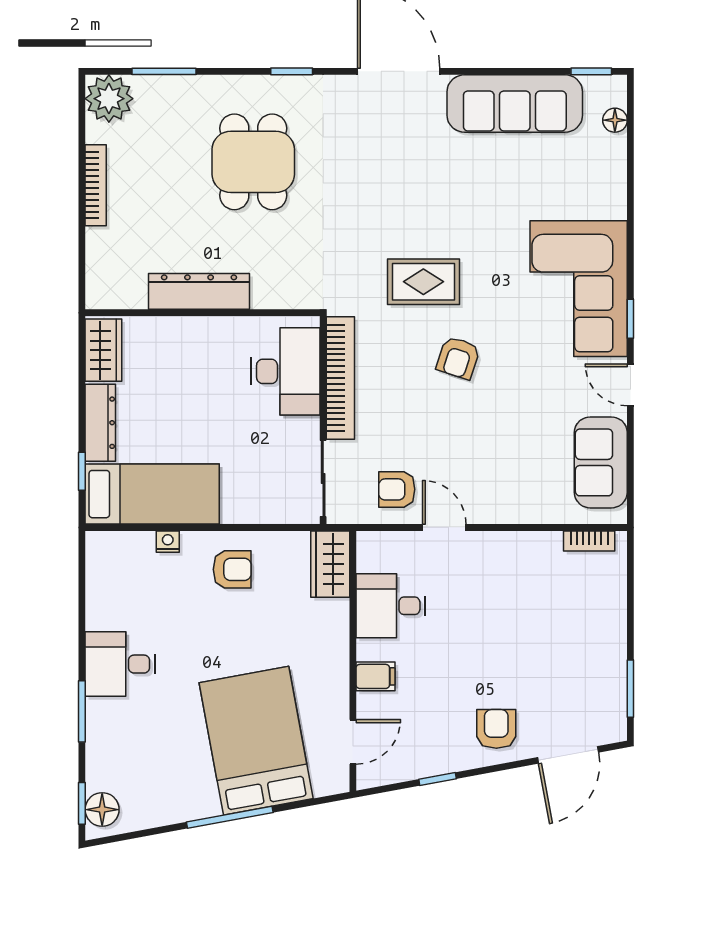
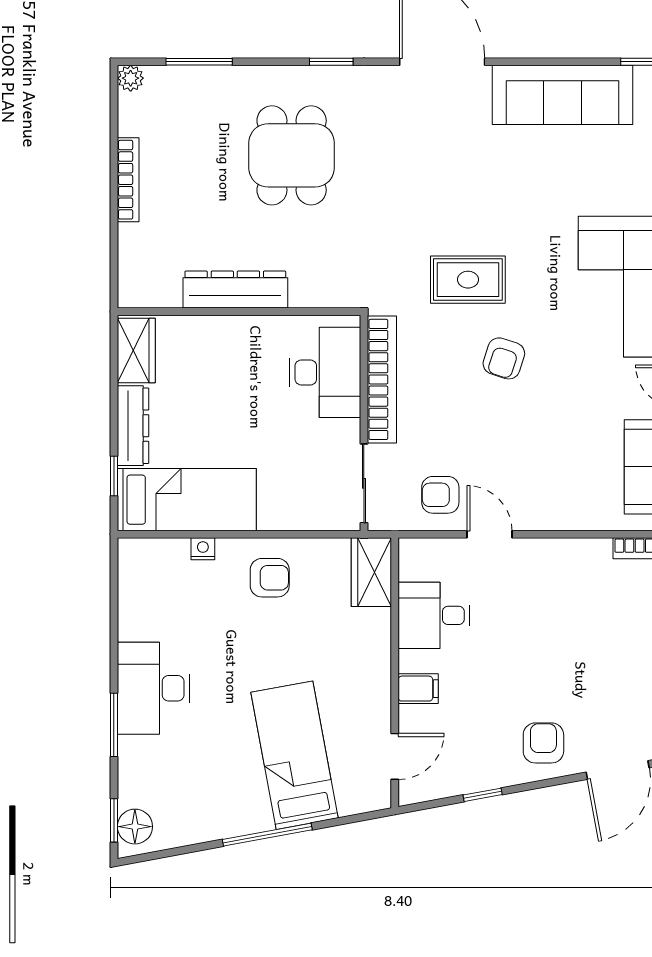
plant: (109, 99) -> (131, 78), width x0.53, depth x0.53
desk: (120, 664) -> (154, 688), width x1.37
bed: (256, 741) -> (294, 755), width x0.67

